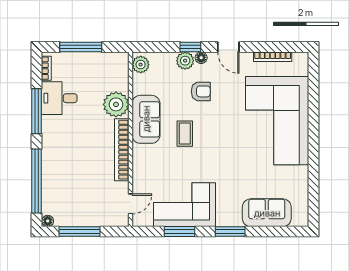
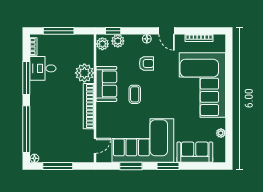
window: (190, 47) -> (113, 31), moved
plant: (185, 61) -> (118, 41), moved
plant: (302, 187) -> (221, 133), added
corner sofa: (185, 205) -> (143, 141), width x1.36, depth x1.36

